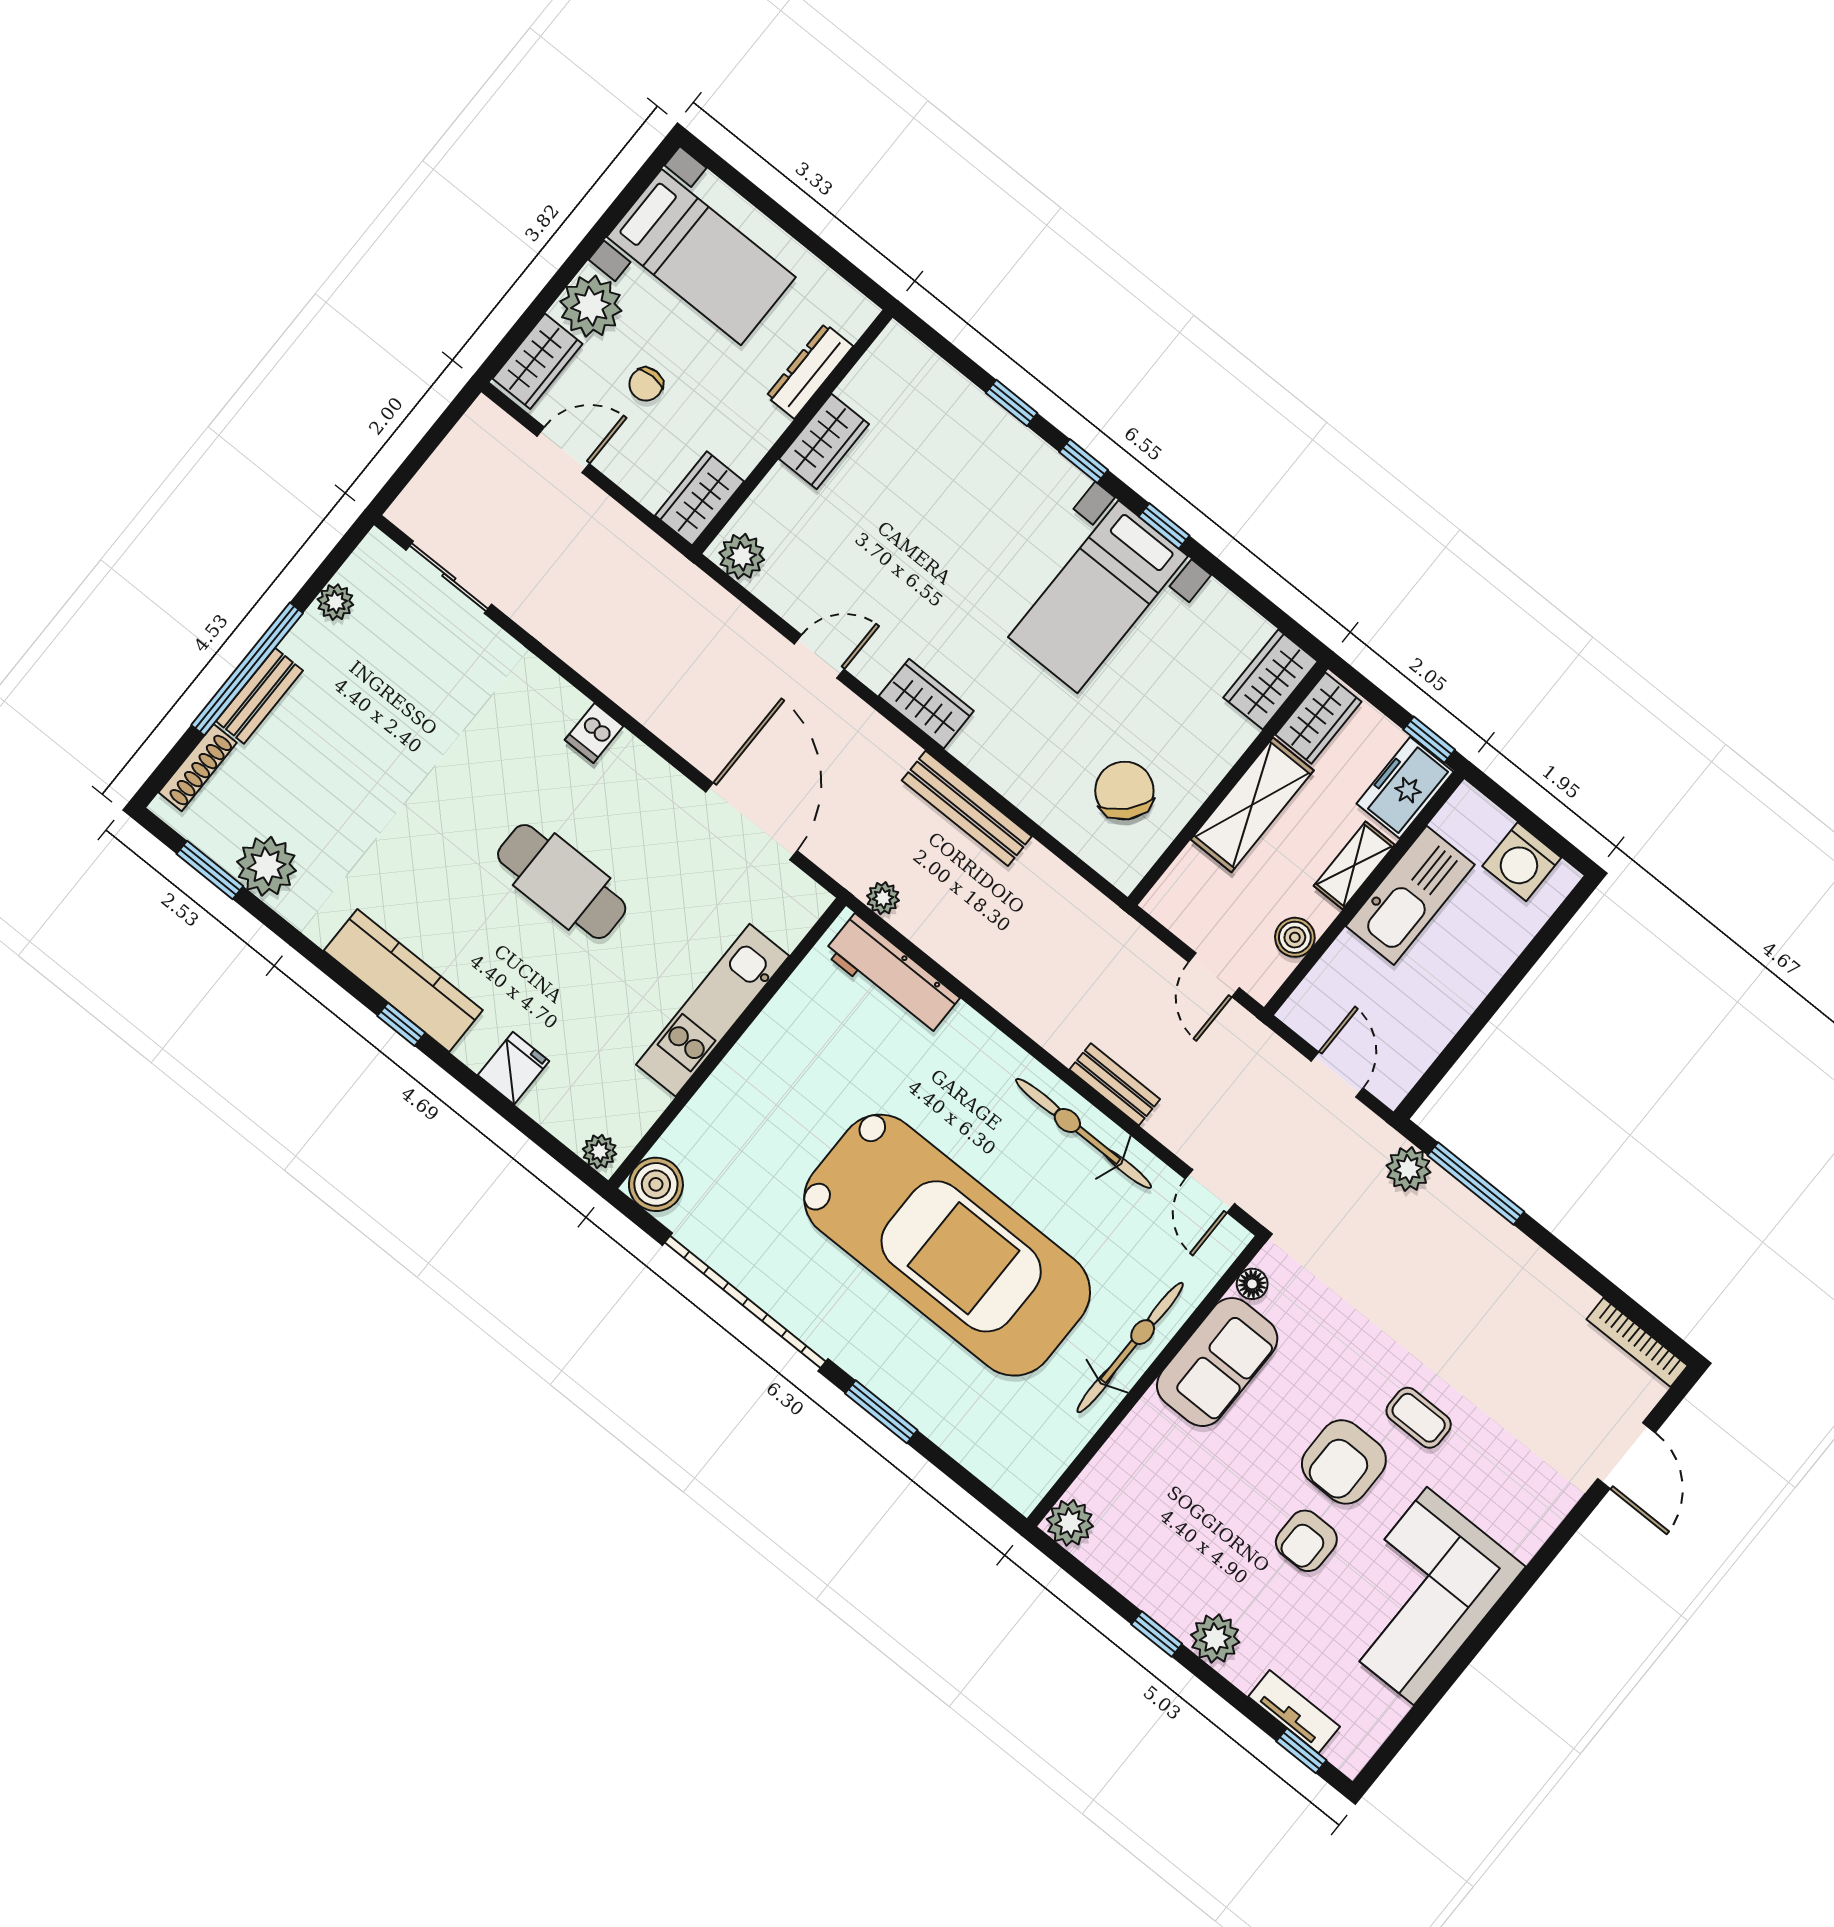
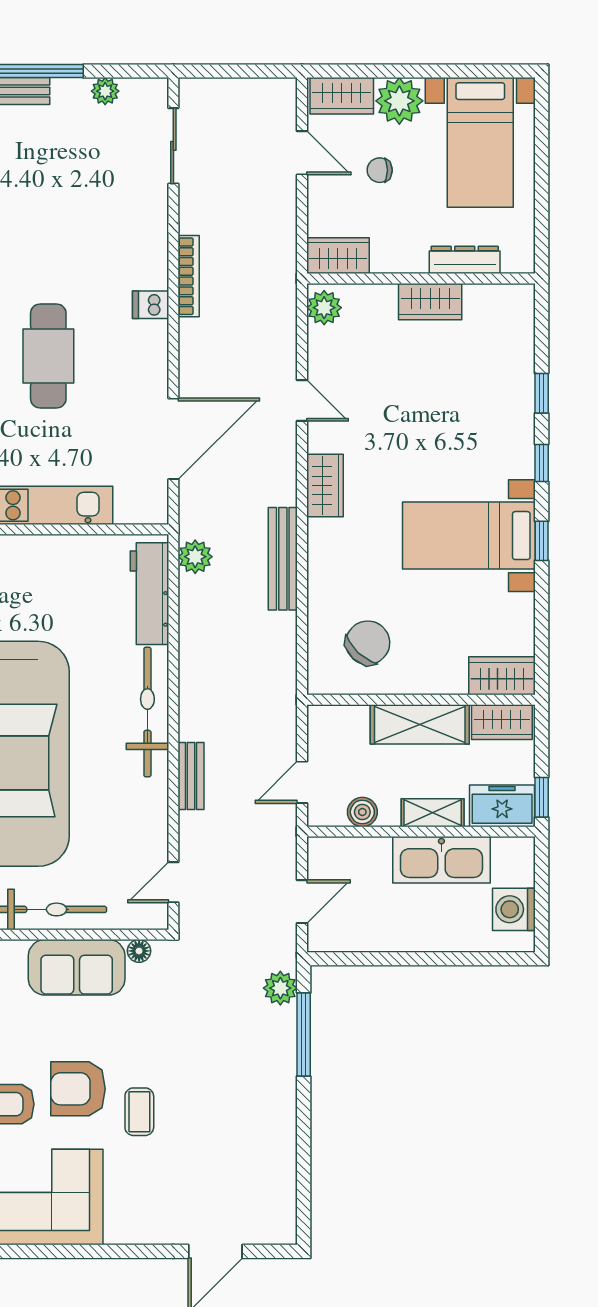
plant: (883, 898) -> (195, 557), width x1.38, depth x1.38
bicycle: (1083, 1133) -> (147, 712), moved
bookcase: (1637, 1342) -> (189, 276), moved, turned 180

